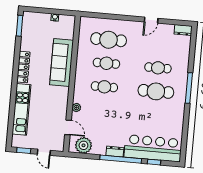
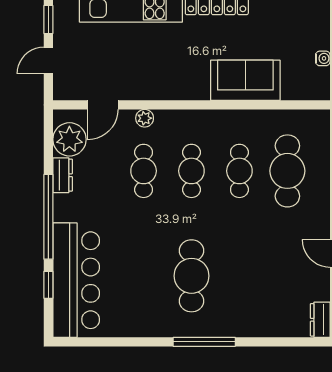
sofa: (62, 63) -> (245, 80), width x0.73
cafe table: (158, 68) -> (144, 171), moved
dresser: (115, 152) -> (63, 175), moved

